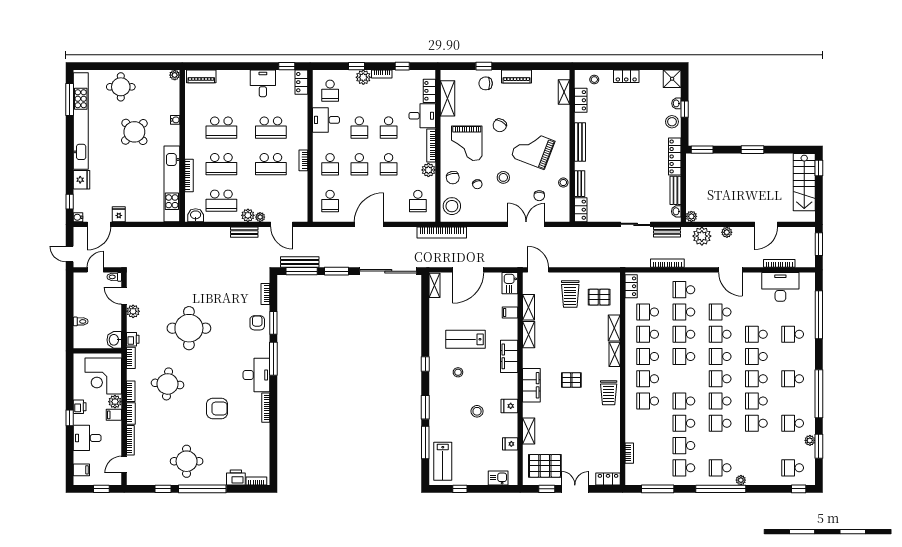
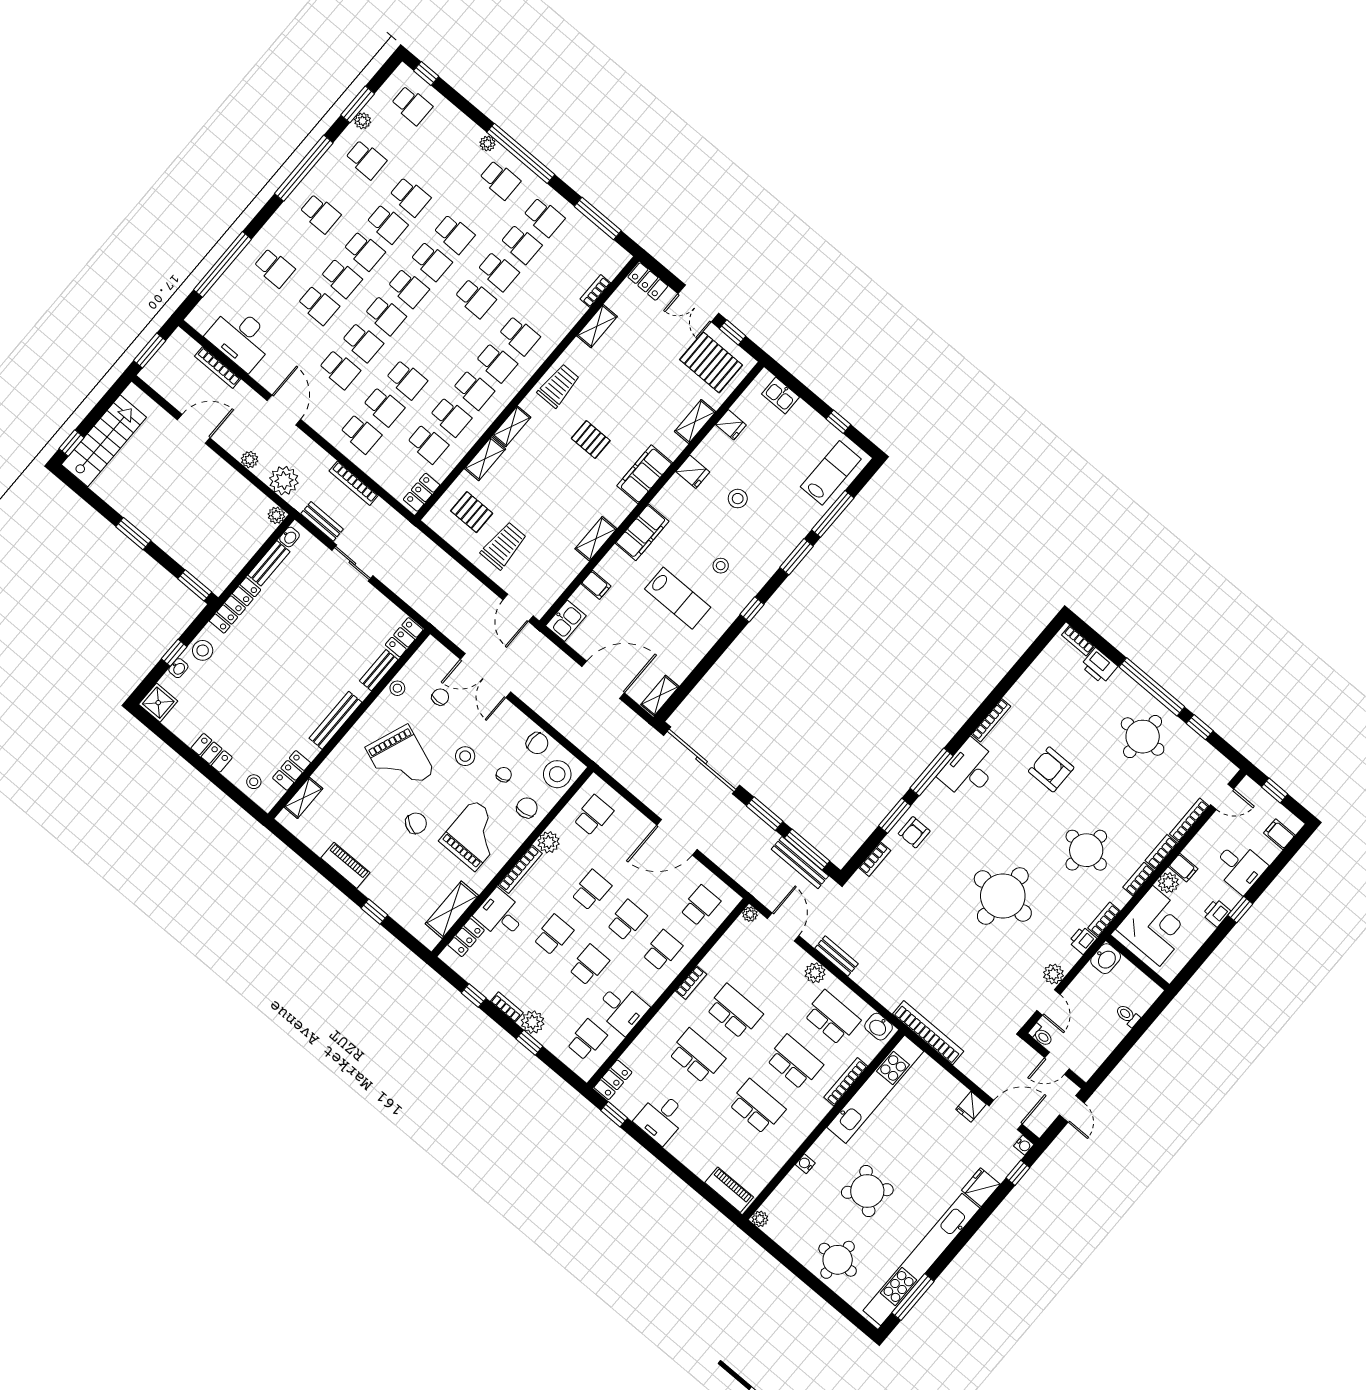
chair: (486, 83) -> (537, 743), moved
plant: (260, 217) -> (750, 914), moved
bookcase: (442, 232) -> (928, 1033), moved
shelving: (529, 307) -> (597, 326), moved
school desk: (684, 356) -> (430, 352), removed

